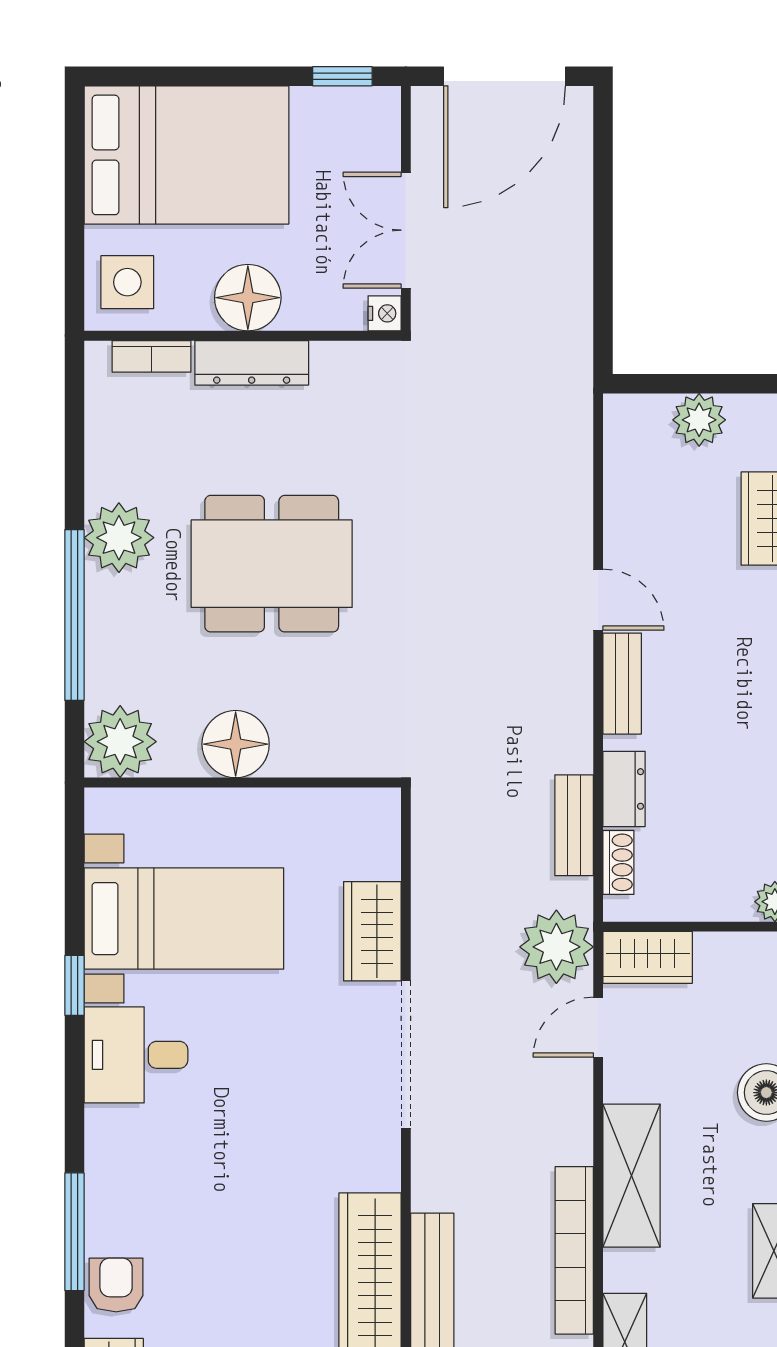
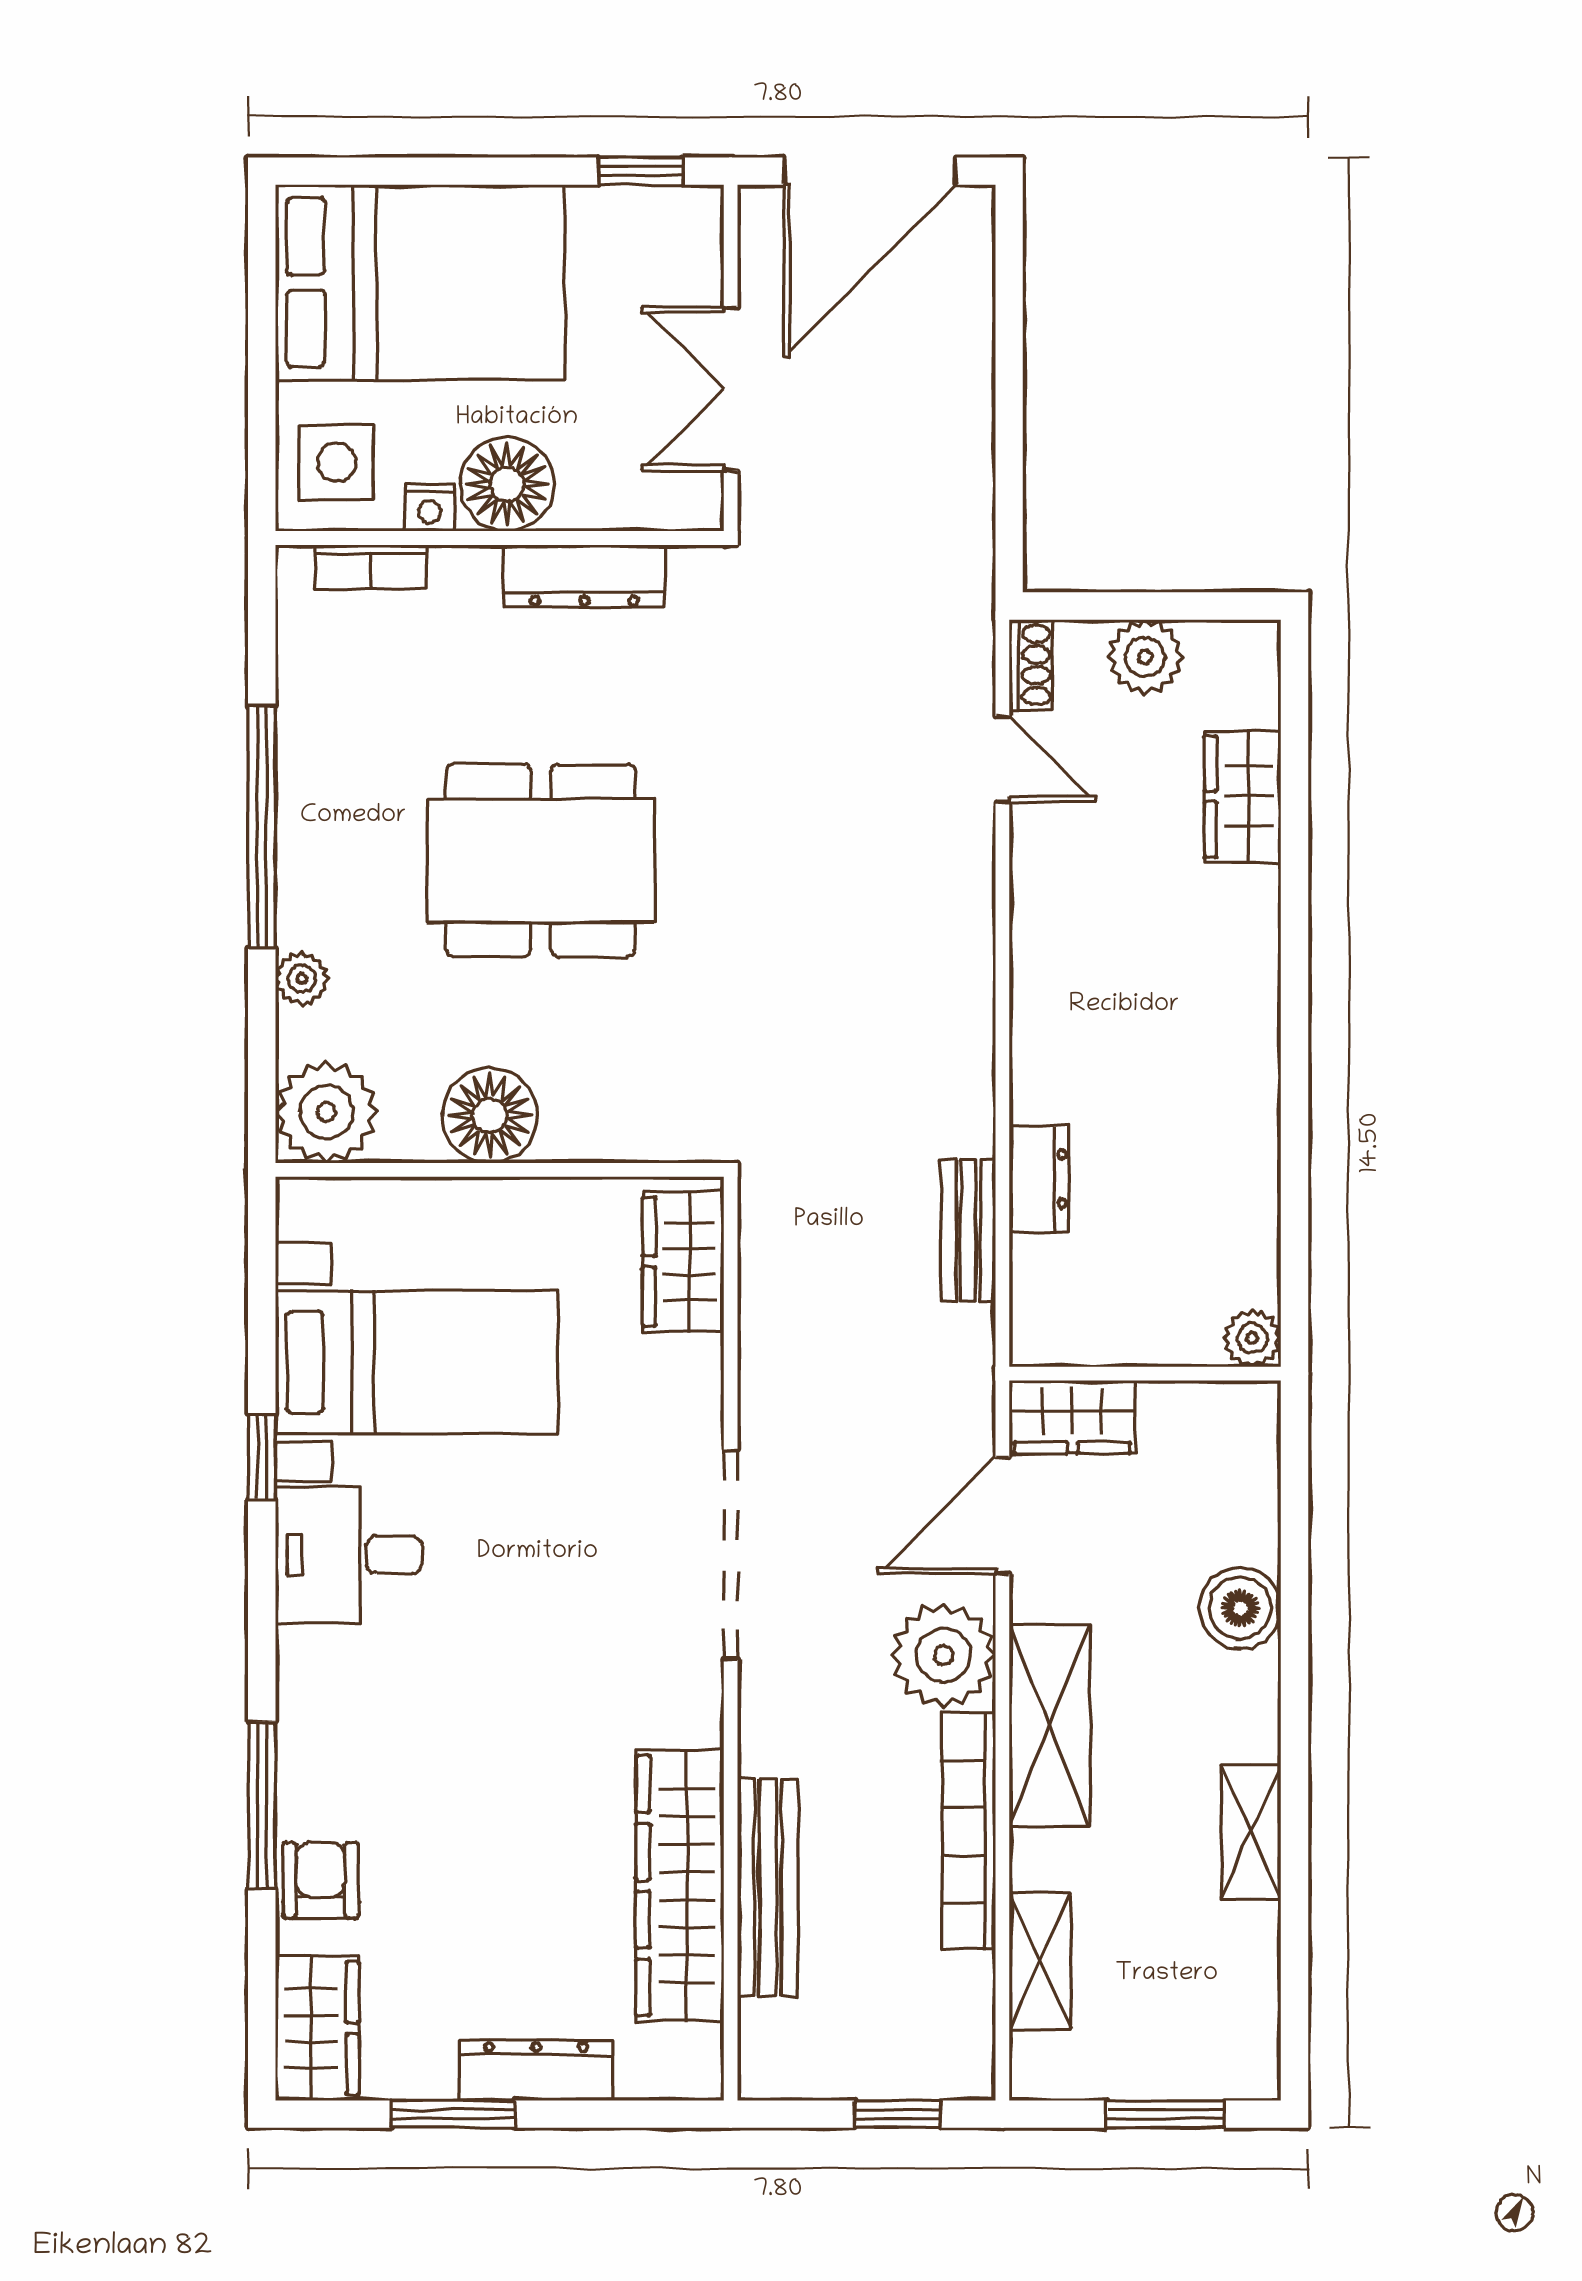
nightstand: (385, 313) -> (430, 508), moved, turned 90
dresser: (252, 363) -> (585, 576), moved
plant: (119, 538) -> (302, 979), moved, width x0.53, depth x0.53
door: (598, 600) -> (1002, 759), moved
window: (74, 615) -> (262, 827), moved
bench: (622, 684) -> (1036, 1030), removed
shoe rack: (618, 862) -> (1031, 665), moved
wardrobe: (372, 931) -> (683, 1262), moved
plant: (556, 947) -> (943, 1655), moved
door: (598, 1027) -> (1002, 1516), width x1.38

